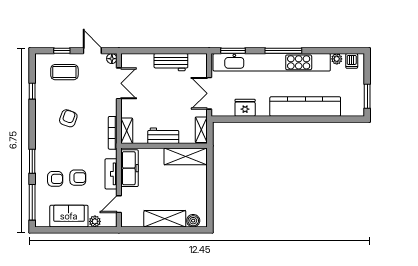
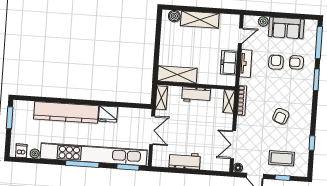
fridge: (245, 108) -> (108, 114), moved
freezer: (130, 168) -> (229, 63), width x0.71
armchair: (78, 178) -> (276, 62), turned 90

